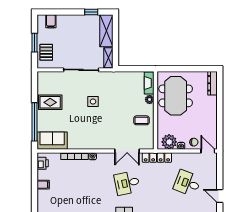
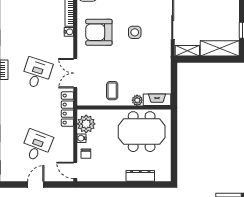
dresser: (212, 83) -> (140, 176), moved
armchair: (93, 131) -> (99, 32), added
door: (208, 151) -> (75, 170), swing flipped
desk: (127, 183) -> (37, 73), turned 30
door: (220, 196) -> (36, 185), moved

